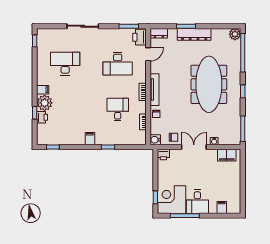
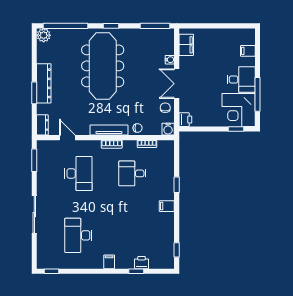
printer: (139, 37) -> (47, 148), removed
meeting table: (209, 84) -> (103, 66), turned 90
plant: (45, 103) -> (125, 260), removed

